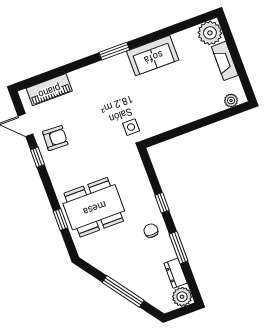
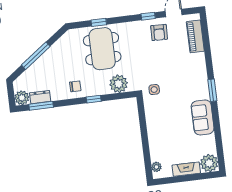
plant: (134, 175) -> (119, 84), added
window: (179, 248) -> (41, 106), moved

